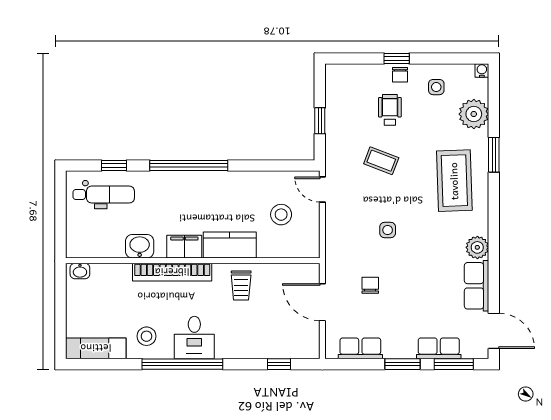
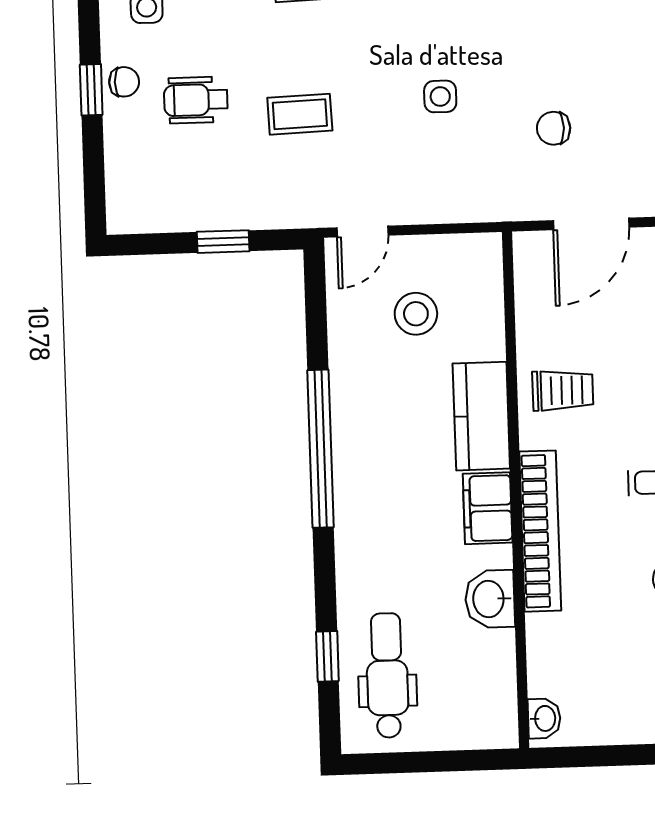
coffee table: (381, 161) -> (300, 114), turned 67
window: (189, 165) -> (321, 449), moved

